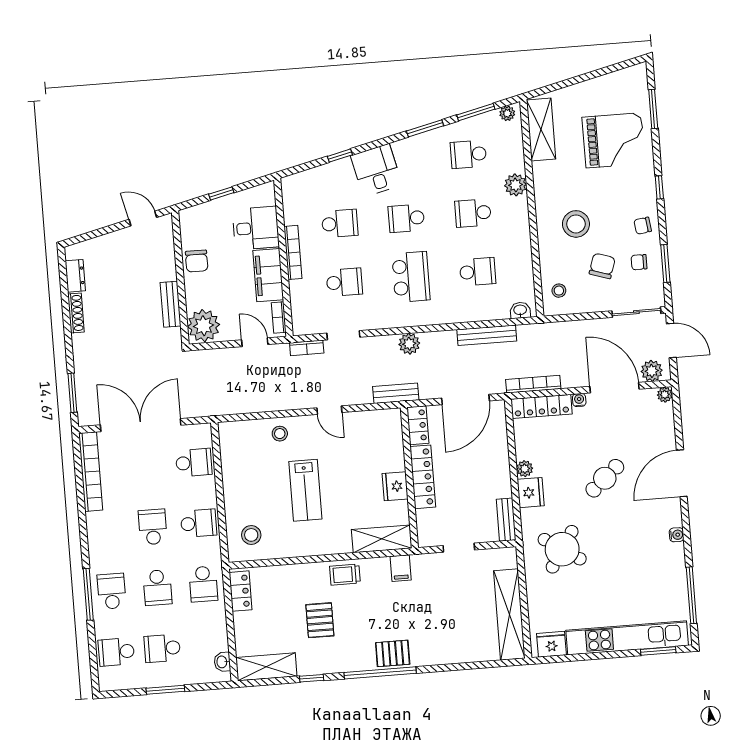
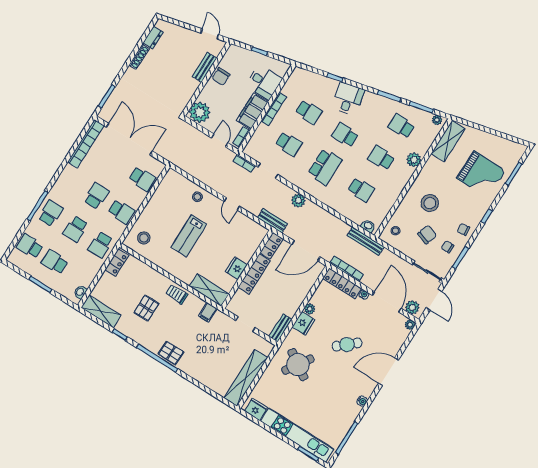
bench: (171, 304) -> (204, 67), moved
bench: (487, 335) -> (366, 241), moved

